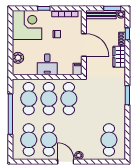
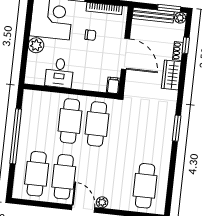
plant: (18, 58) -> (36, 45), moved
desk: (47, 64) -> (59, 73), moved
cafe table: (29, 99) -> (43, 118), removed

